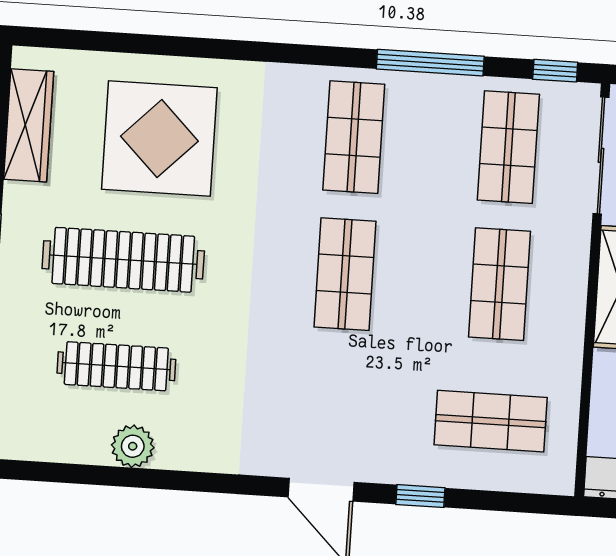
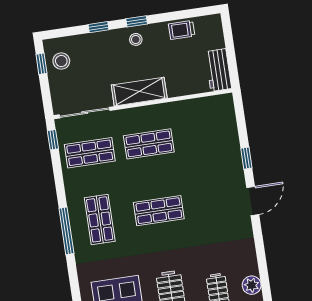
window: (430, 63) -> (66, 231), moved
shop shelf: (354, 137) -> (100, 219), turned 90
shop shelf: (491, 421) -> (208, 135), removed

